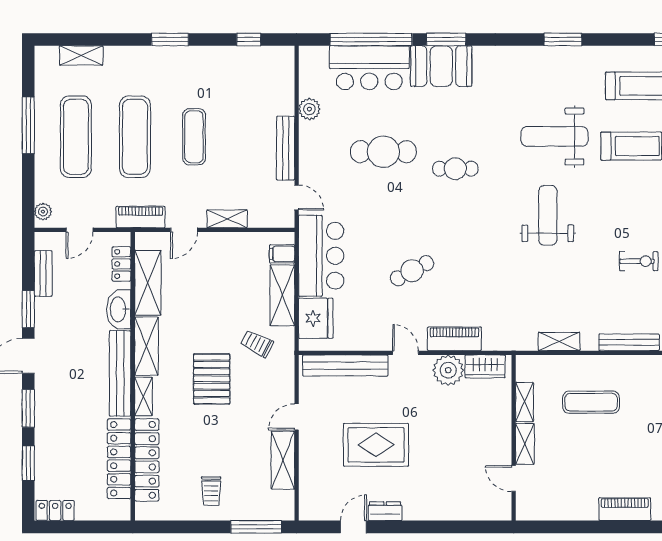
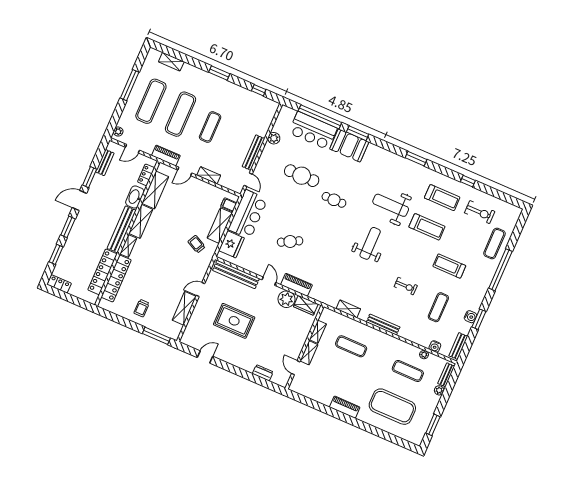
pallet: (212, 379) -> (166, 252), removed
dresser: (385, 511) -> (263, 373), moved

